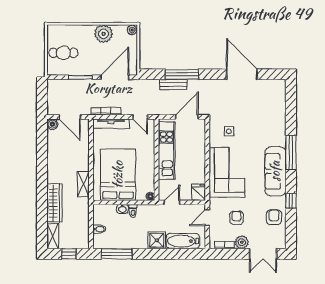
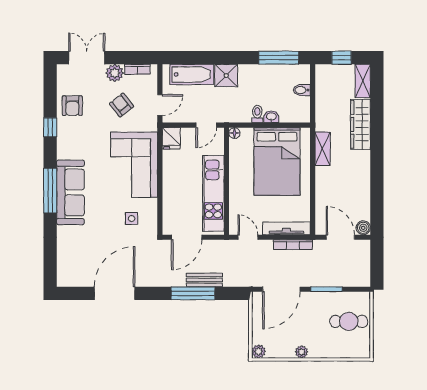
plant: (104, 34) -> (302, 352), width x0.53, depth x0.53
door: (242, 74) -> (115, 293), swing flipped
sofa: (275, 171) -> (70, 192), moved
armchair: (236, 218) -> (122, 105), turned 142

